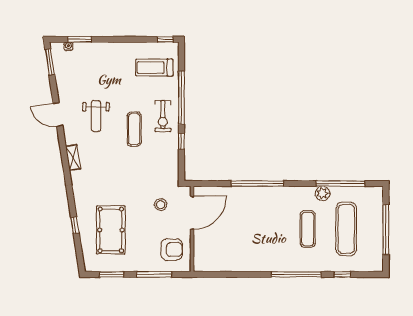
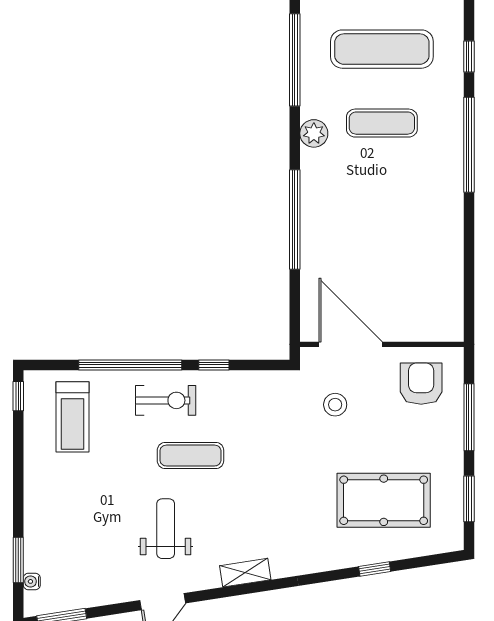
weight bench: (96, 116) -> (166, 529), turned -90
plant: (322, 193) -> (314, 133), moved

